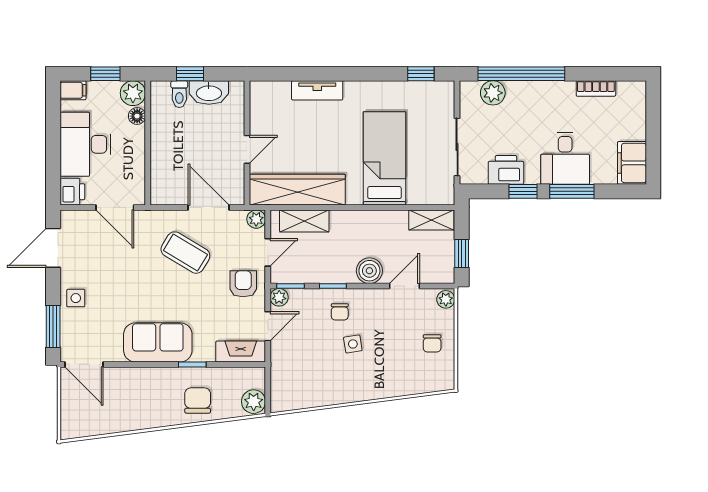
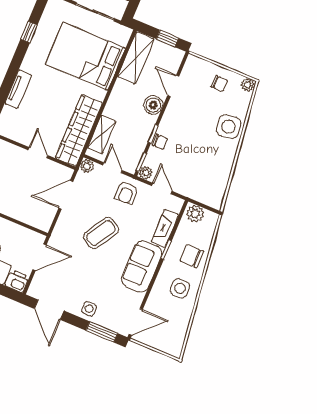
window: (421, 74) -> (29, 32), moved
bed: (384, 158) -> (85, 56), width x1.50
shelving: (431, 220) -> (136, 58), width x1.50, depth x1.33
coffee table: (185, 253) -> (101, 233), moved
armchair: (243, 284) -> (127, 193), turned -90
plant: (446, 299) -> (248, 85), moved
chair: (340, 312) -> (160, 142), moved
side table: (353, 344) -> (229, 127), moved, width x1.87, depth x1.87
fireplace: (241, 352) -> (165, 228), moved
plant: (254, 402) -> (195, 214), moved
side table: (150, 403) -> (180, 288), added

